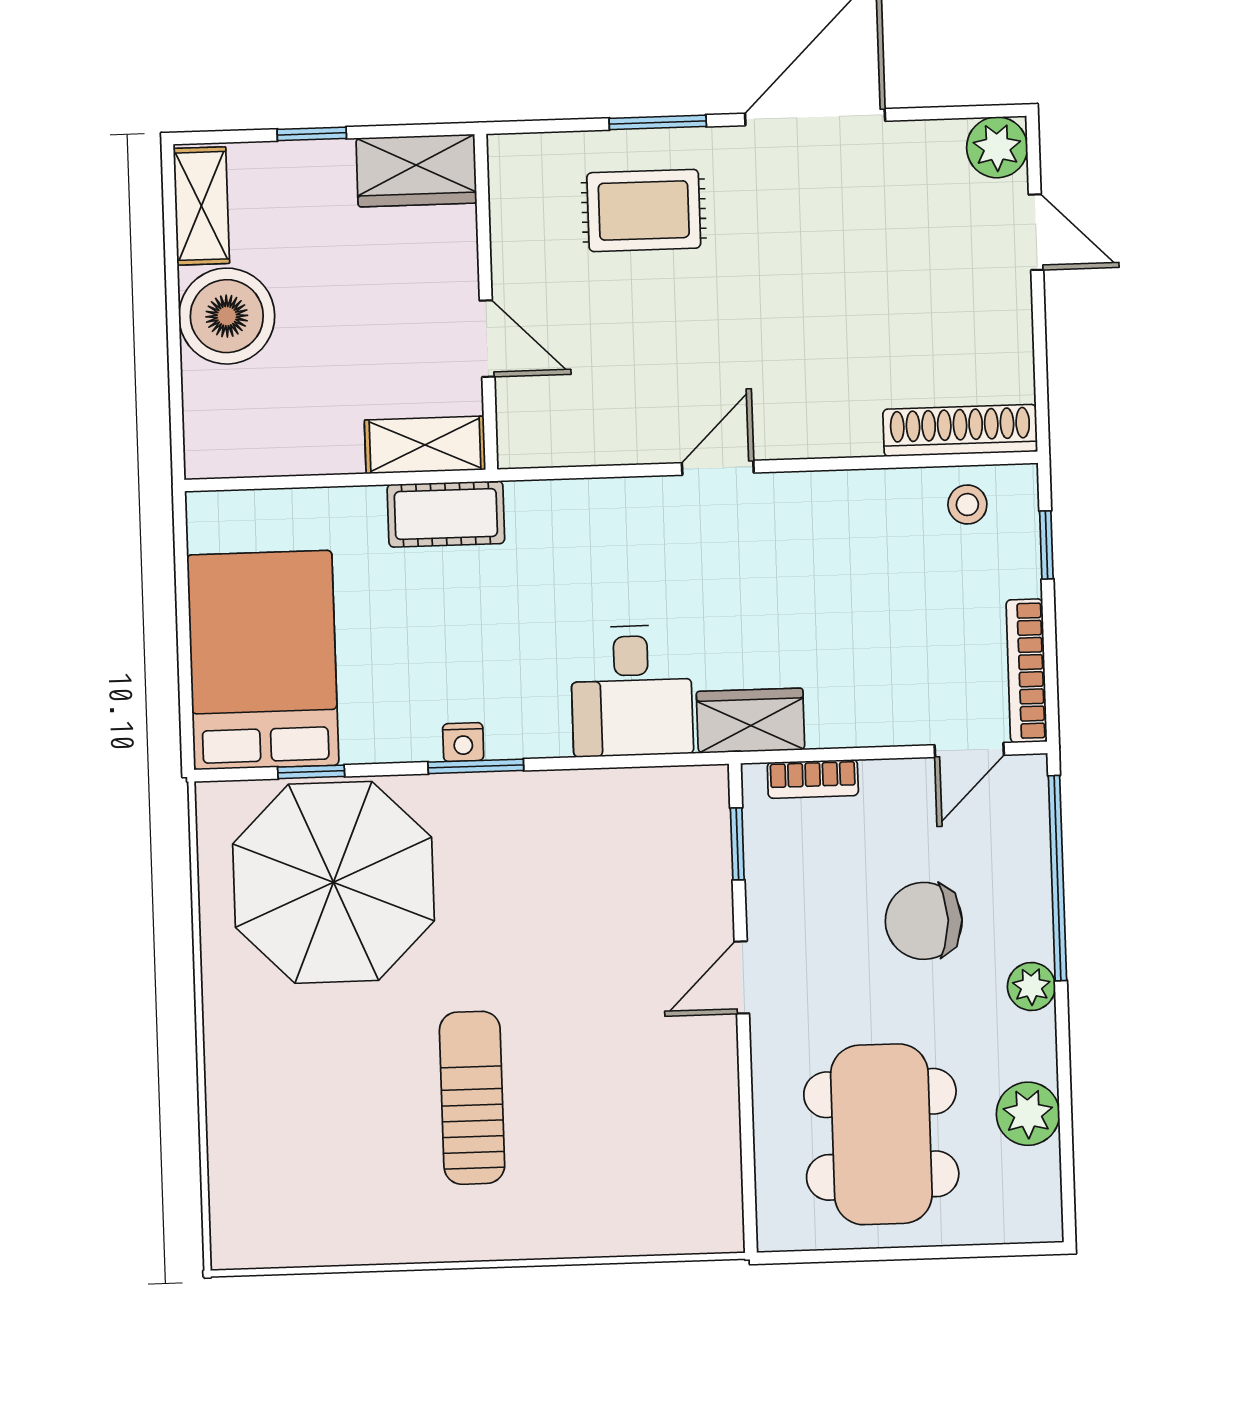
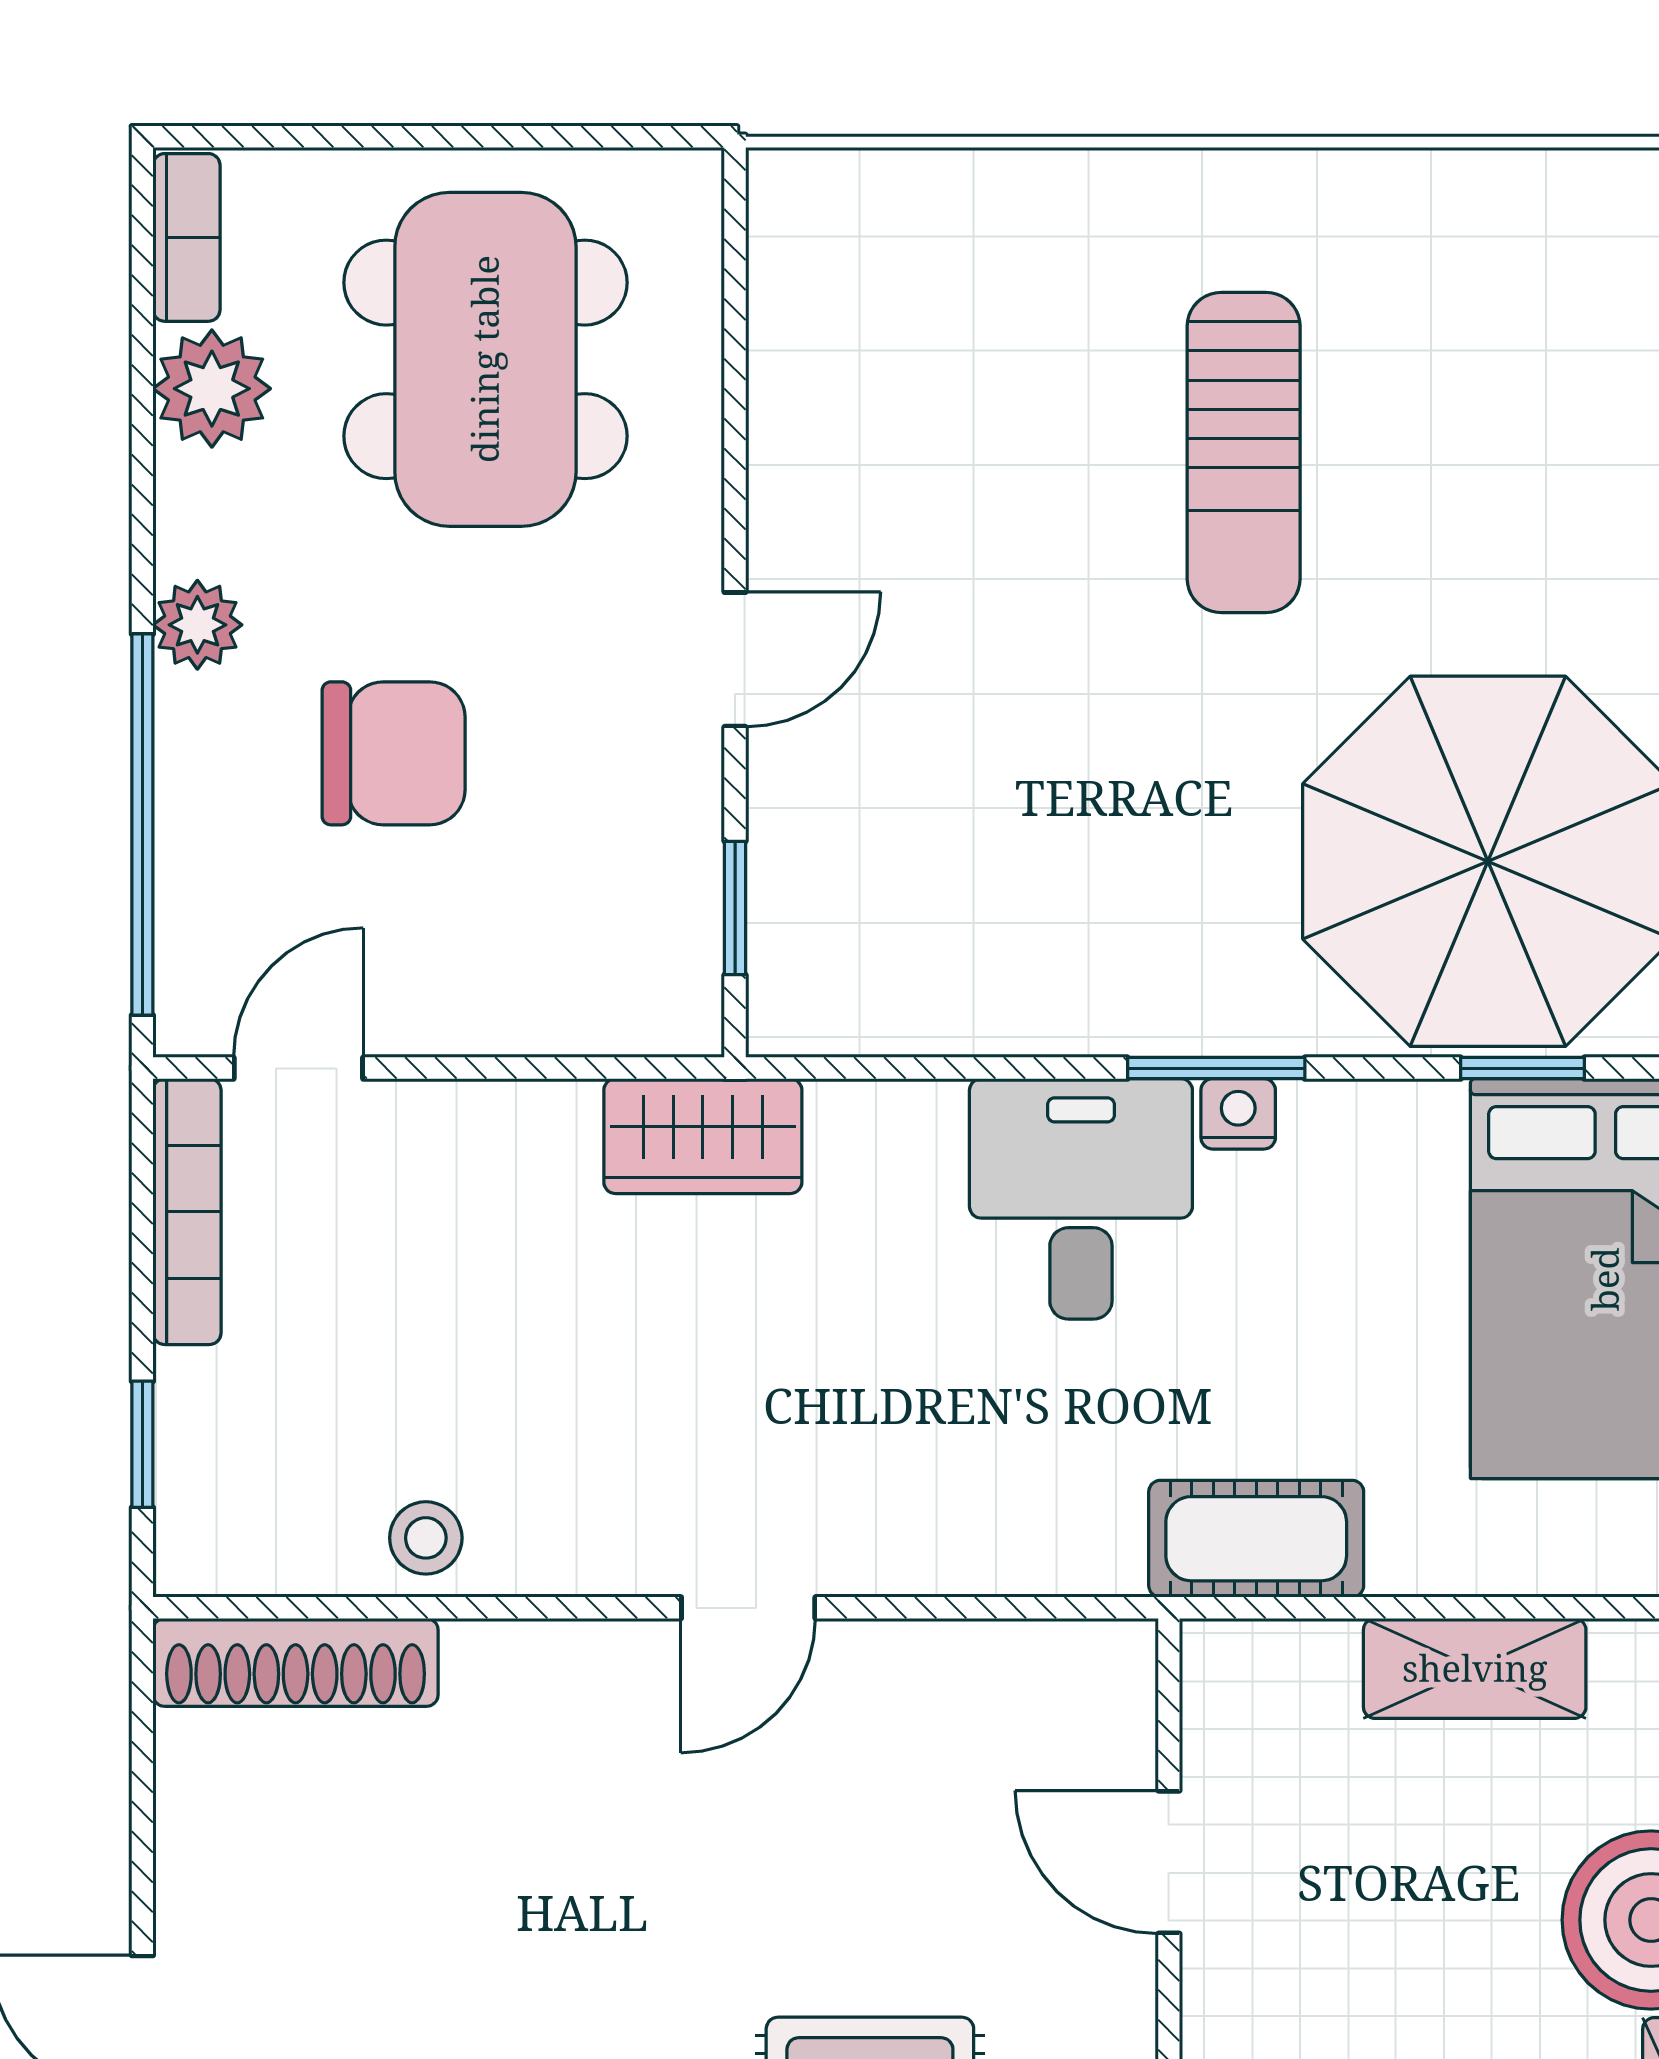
shelving: (425, 445) -> (1475, 1668), moved
stool: (967, 505) -> (426, 1538), moved
desk: (632, 691) -> (1081, 1199), moved
bookcase: (813, 779) -> (187, 237), moved, turned 90

